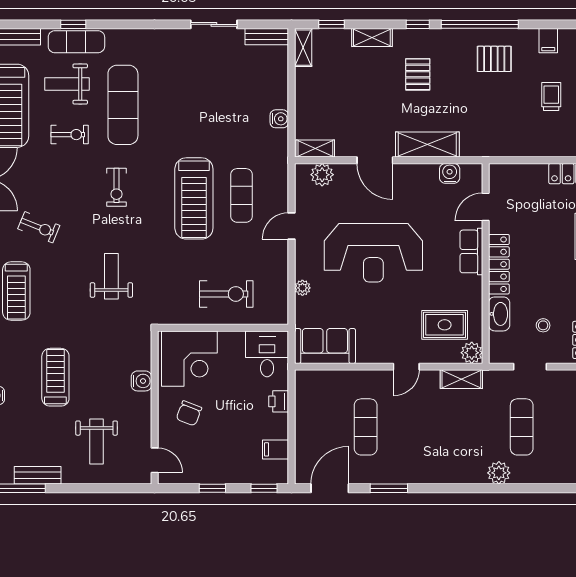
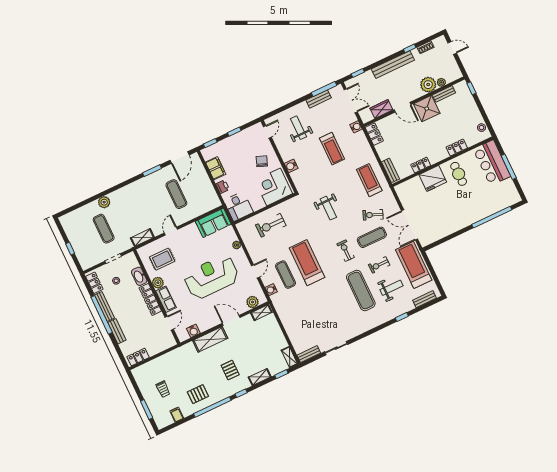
exercise mat: (76, 42) -> (372, 237), moved
water cooler: (279, 119) -> (271, 290), moved
plant: (472, 353) -> (158, 283), moved
filing cabinet: (276, 449) -> (216, 168), width x2.00
door: (155, 460) -> (267, 132), swing flipped

